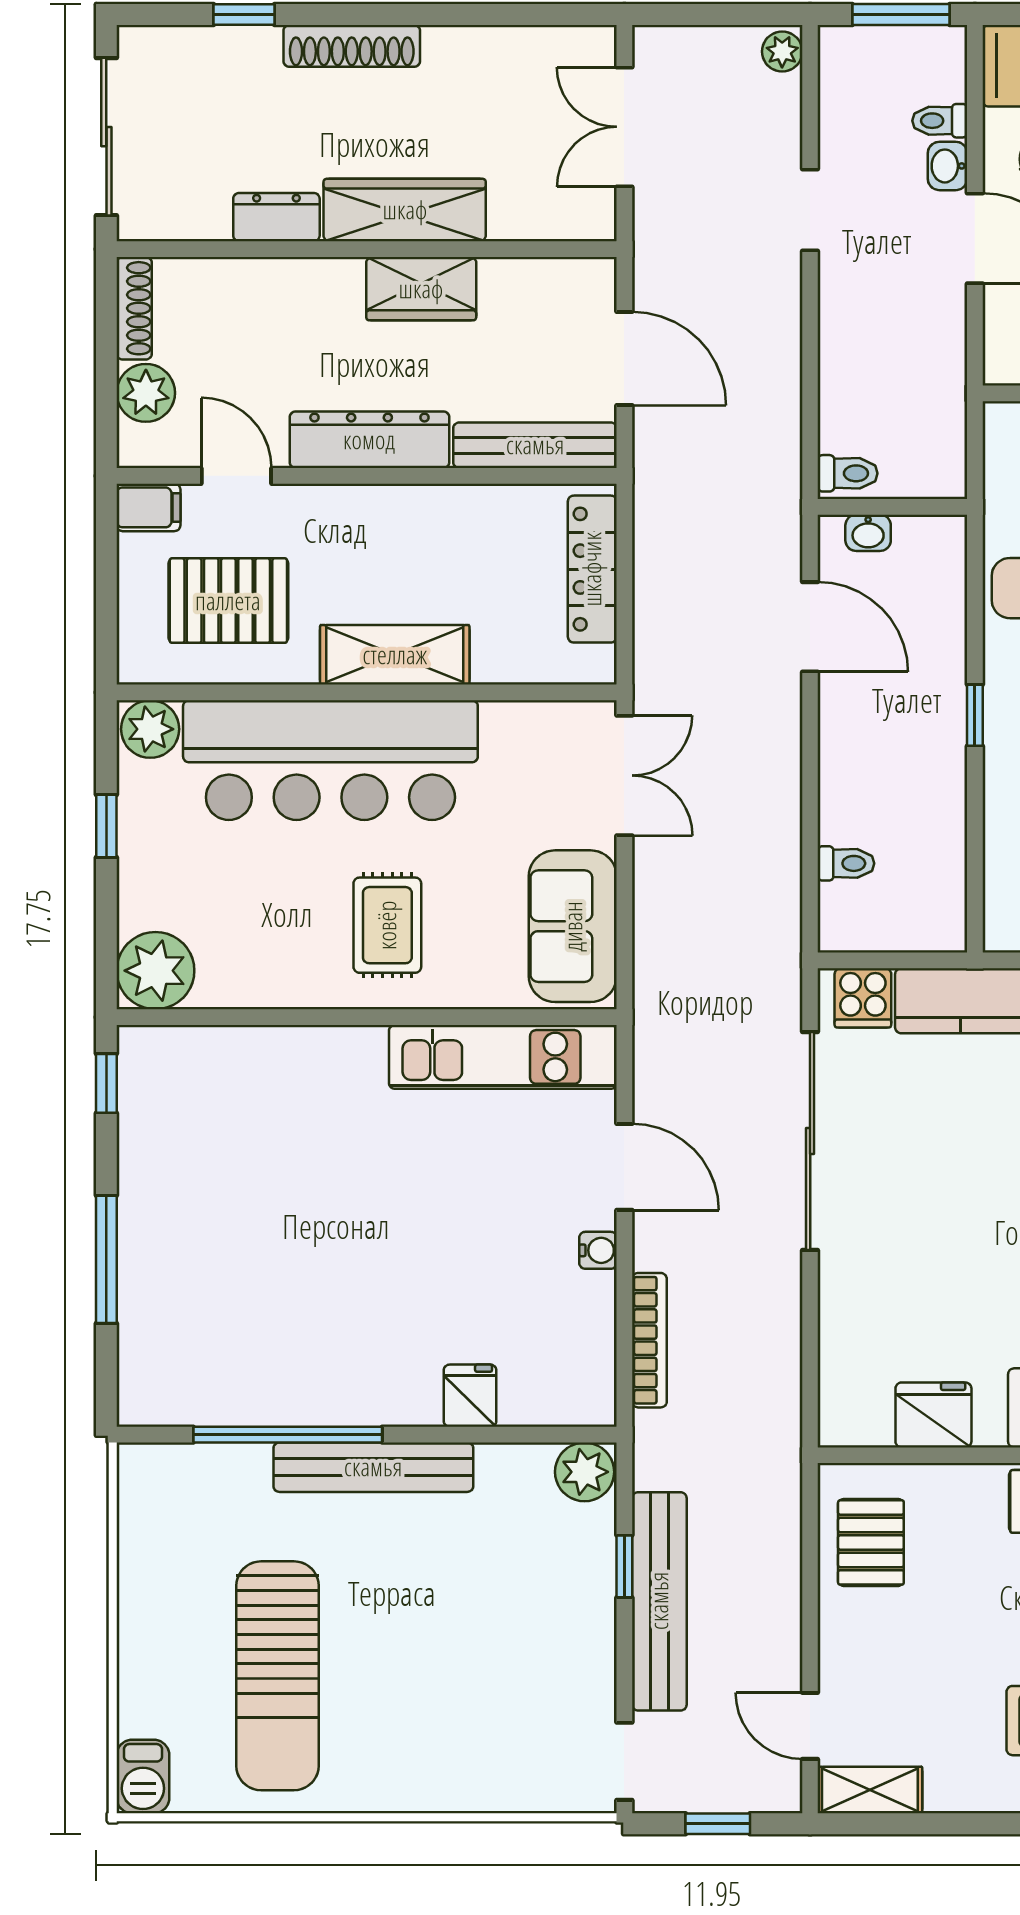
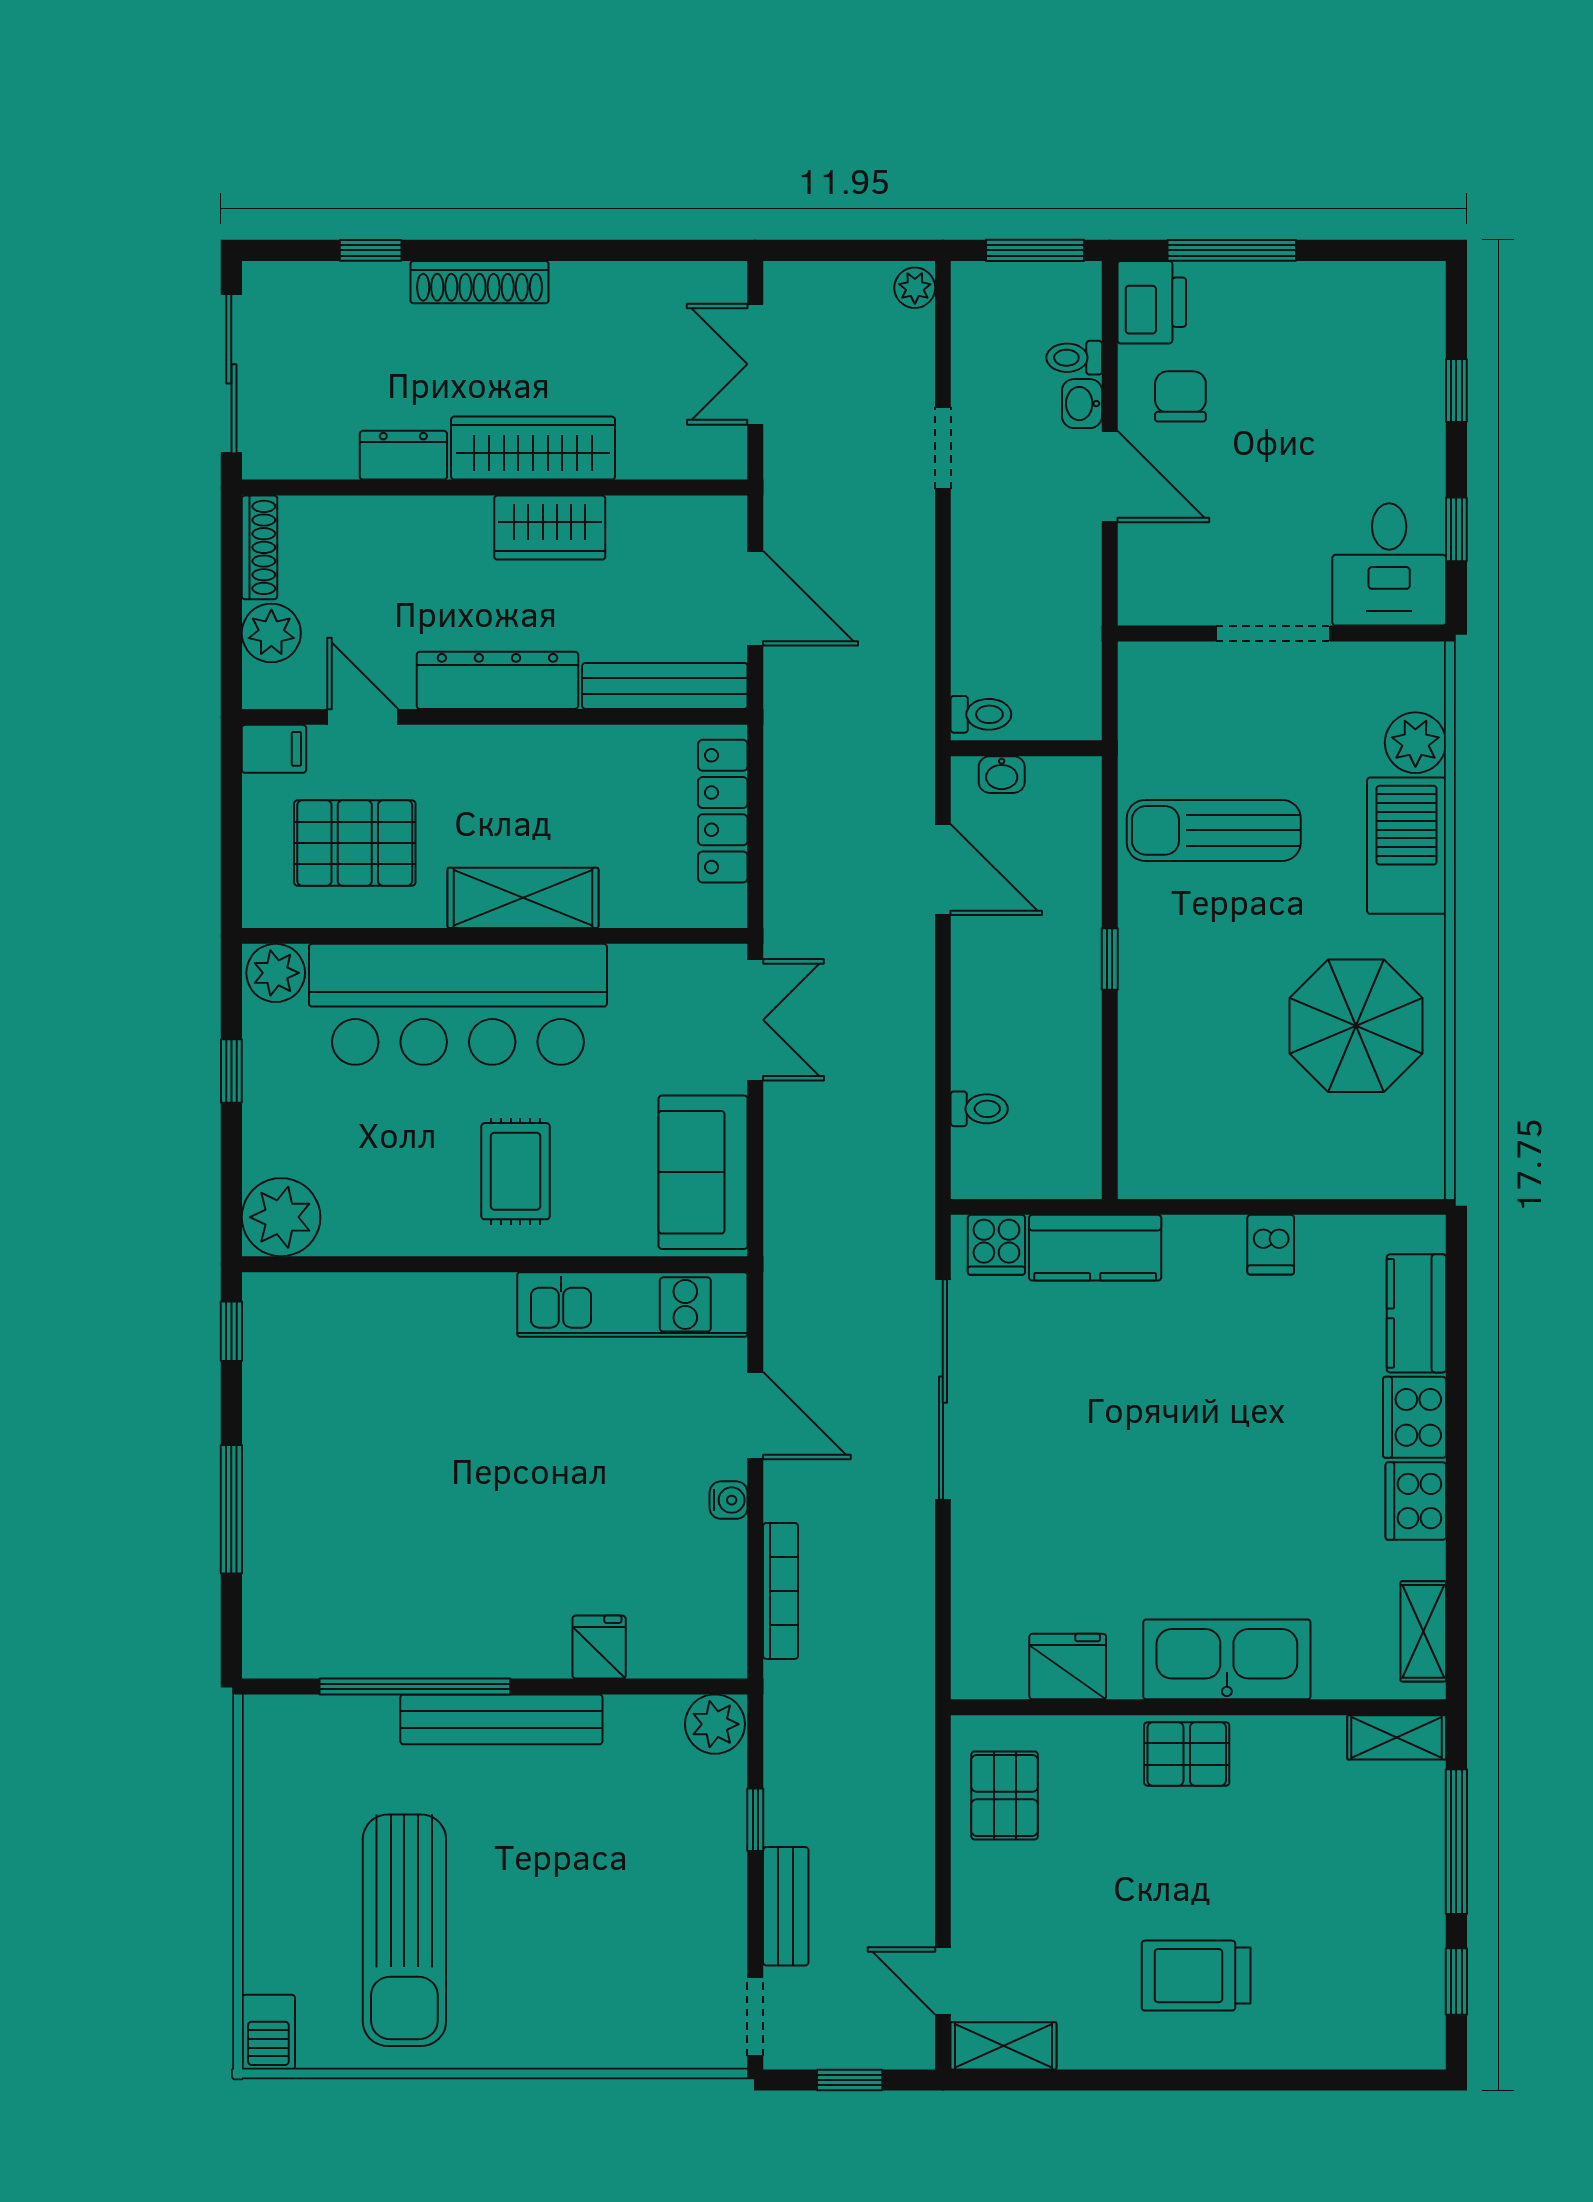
bench: (659, 1601) -> (786, 1906), width x0.54, depth x0.82

